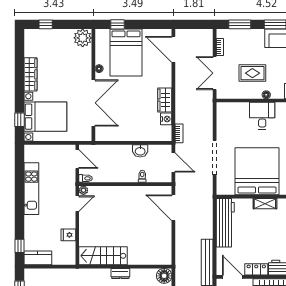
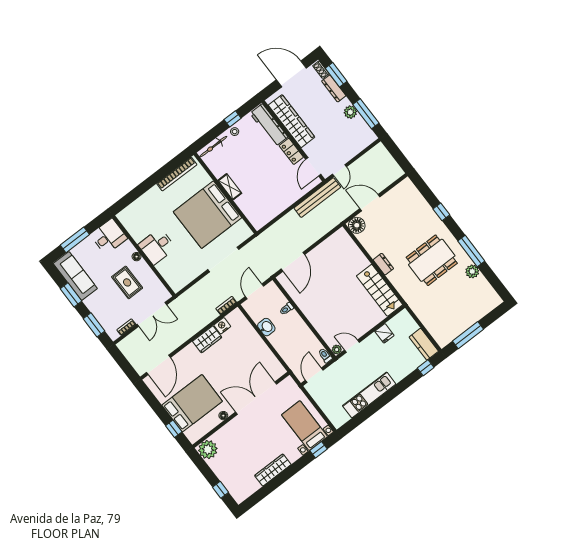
bed with nightstands: (45, 117) -> (304, 426), width x0.73
workbench: (225, 223) -> (272, 208), removed

